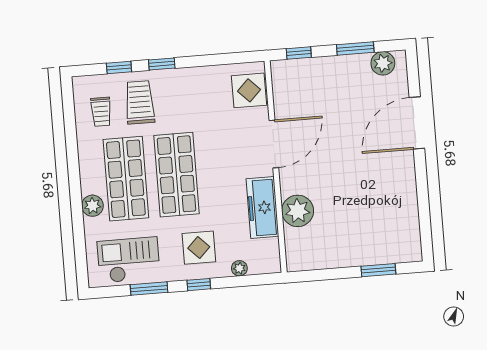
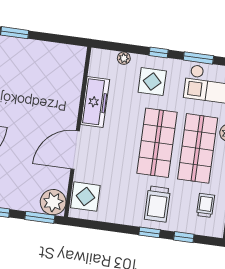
window: (299, 53) -> (40, 217), width x1.50
trolley: (140, 102) -> (157, 204), moved
plant: (298, 211) -> (53, 202), moved

